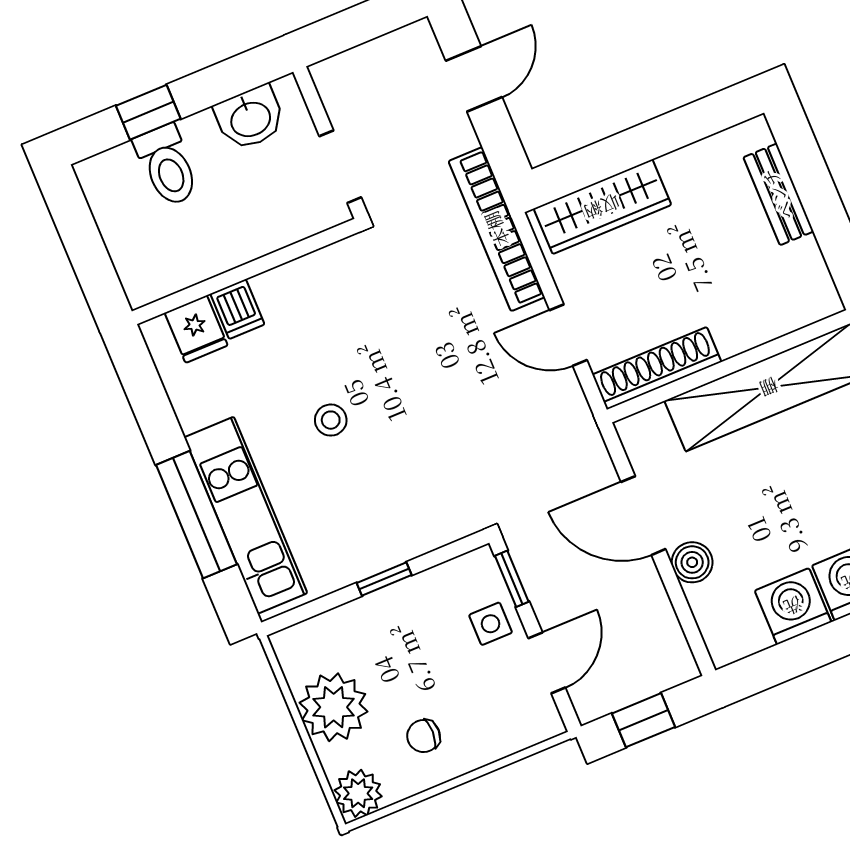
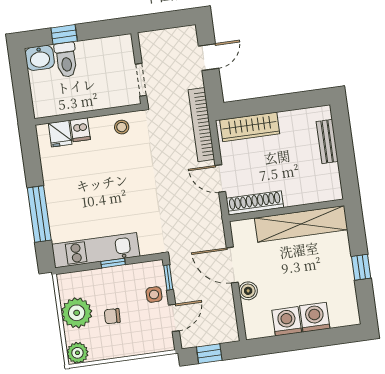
washbasin: (250, 118) -> (40, 58), moved
stool: (331, 420) -> (122, 127), moved
kitchen unit: (246, 515) -> (96, 250), moved, turned -90
chair: (424, 736) -> (112, 316), moved

